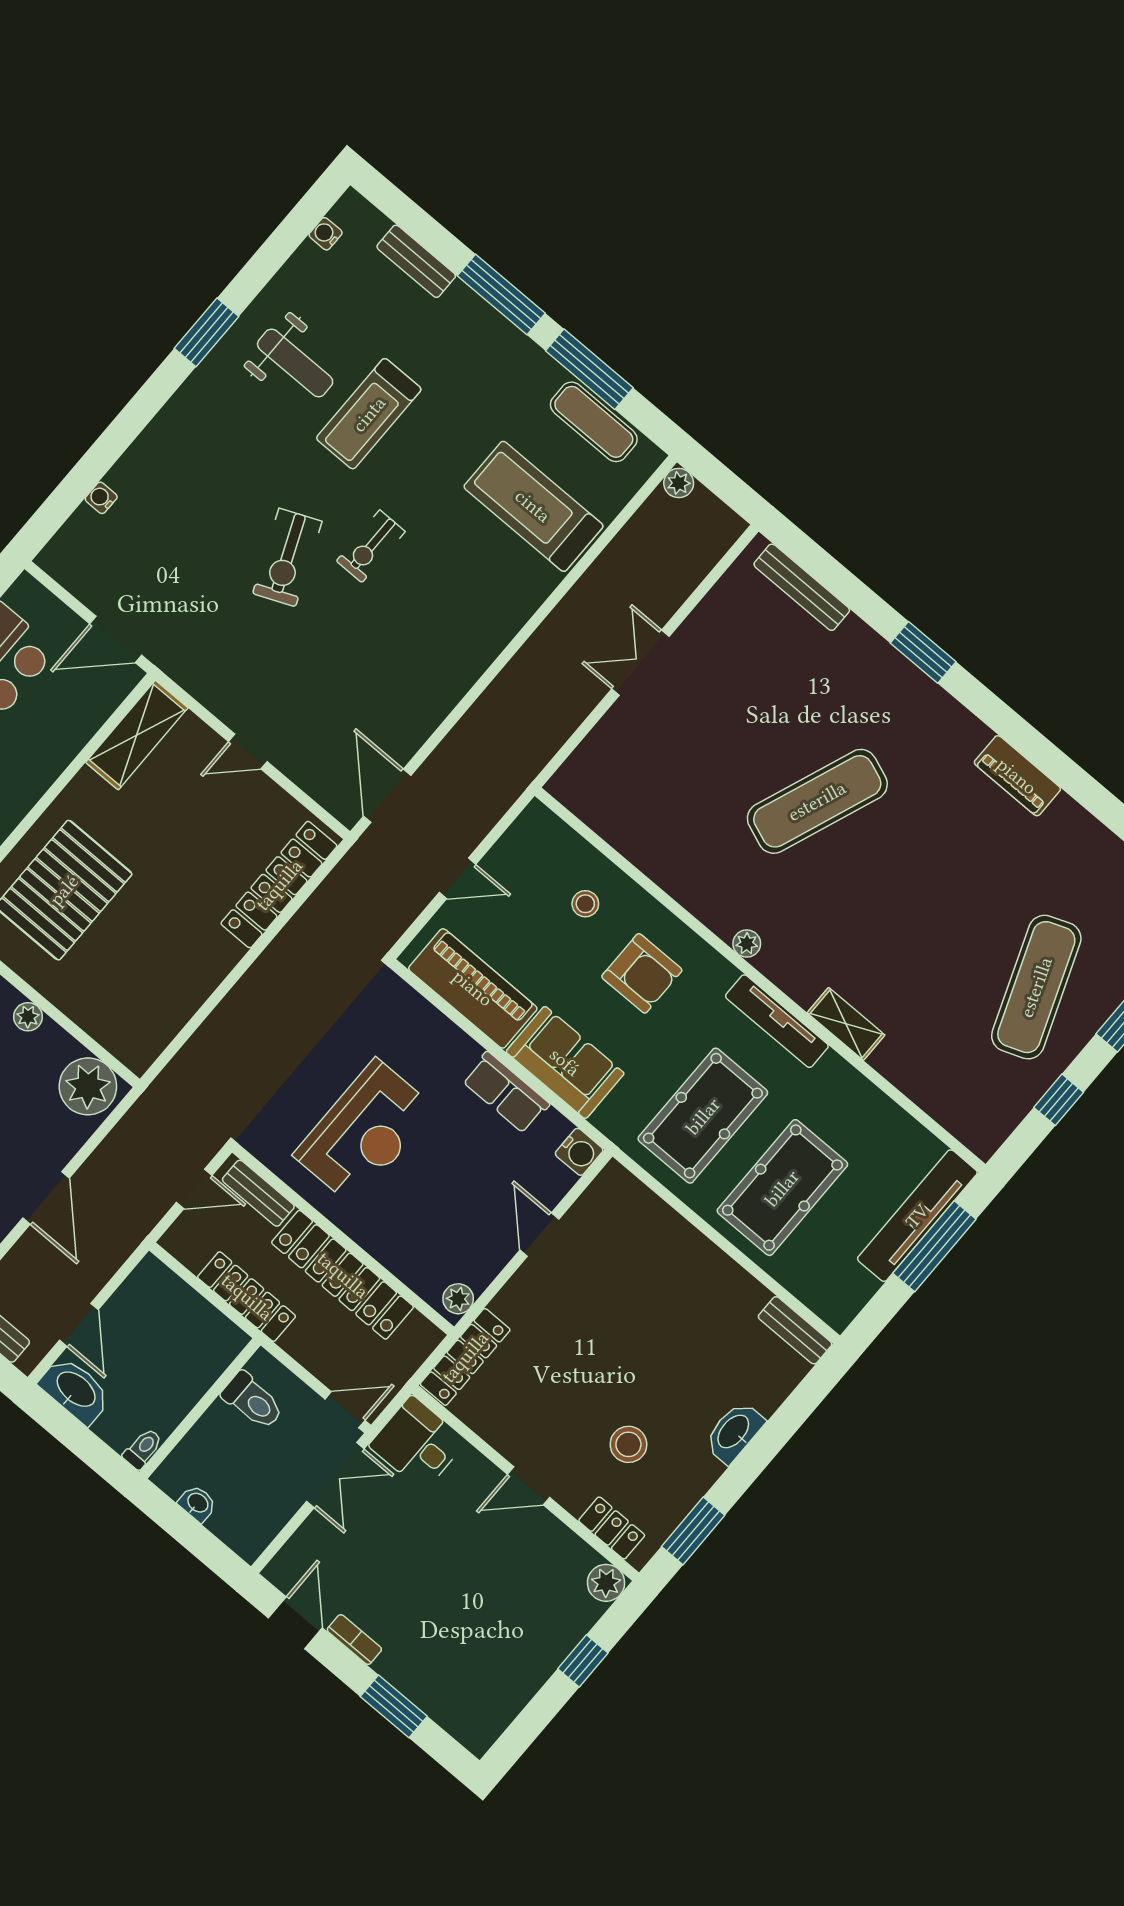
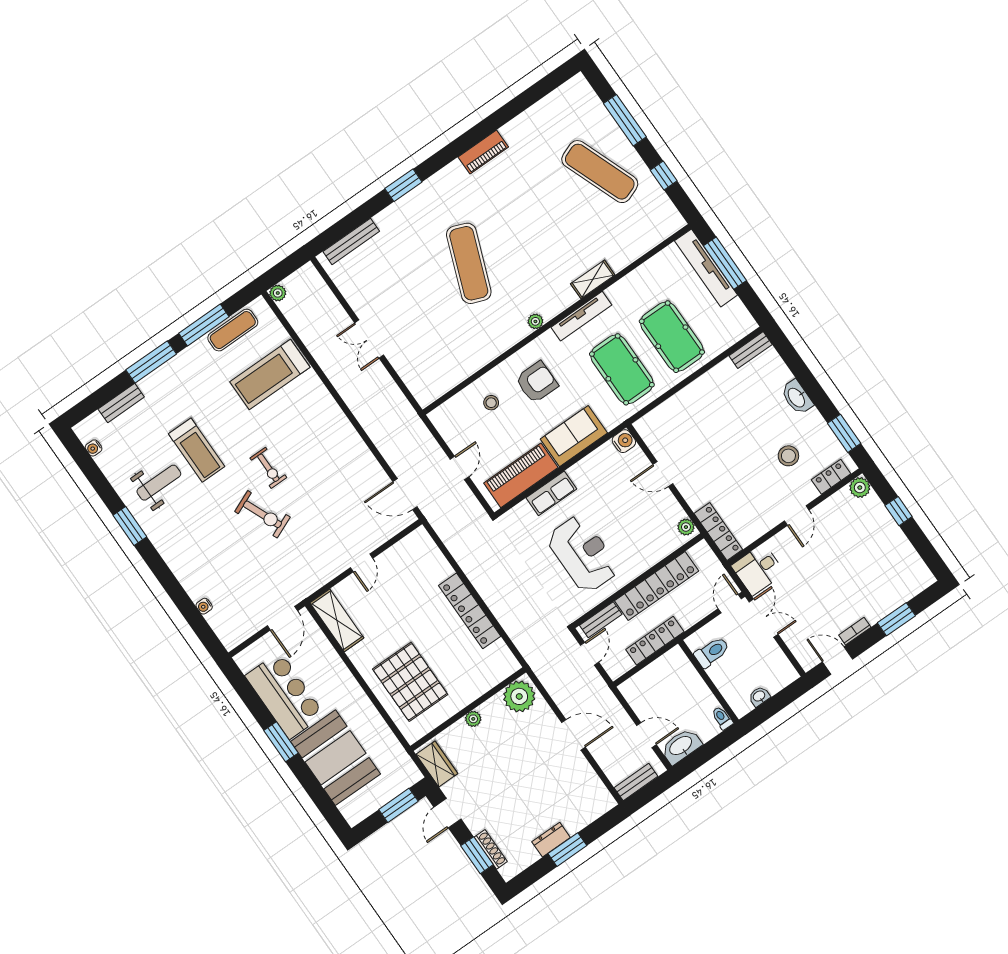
locker: (279, 885) -> (470, 611), moved
row of seats: (506, 1092) -> (551, 493), moved

